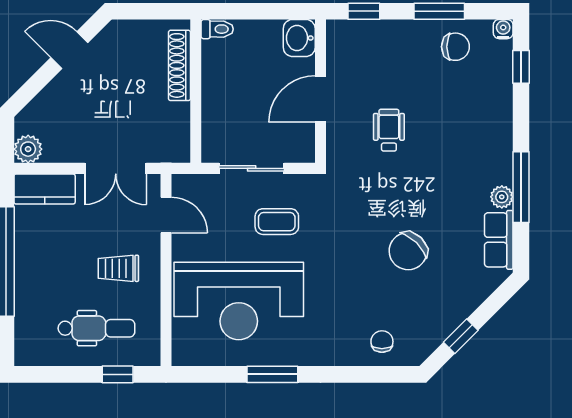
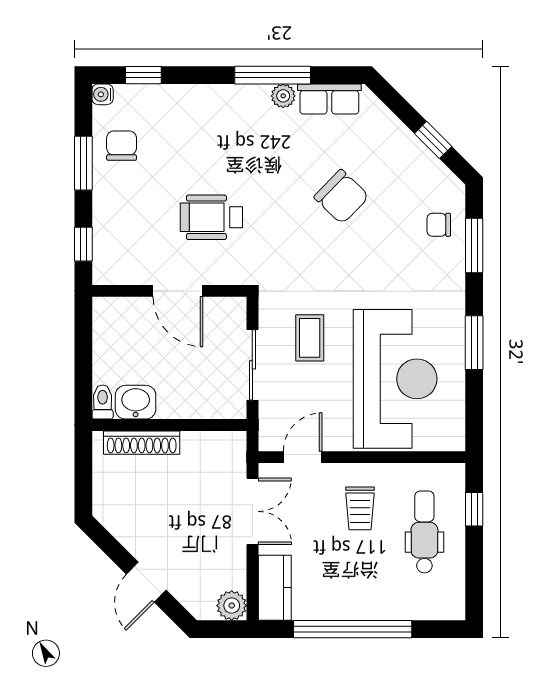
washbasin: (299, 38) -> (136, 402), moved, turned 180
door: (69, 50) -> (146, 582), moved
wheelchair: (389, 130) -> (211, 217), width x1.36, depth x1.37
window: (363, 374) -> (474, 245), added

